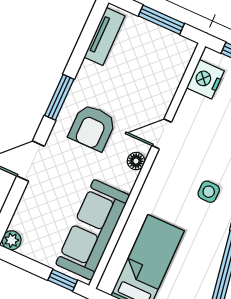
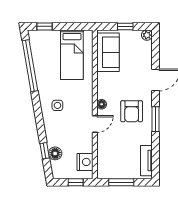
armchair: (92, 128) -> (132, 111), turned 180
sofa: (93, 230) -> (108, 52), width x0.73
window: (63, 280) -> (125, 26), moved

